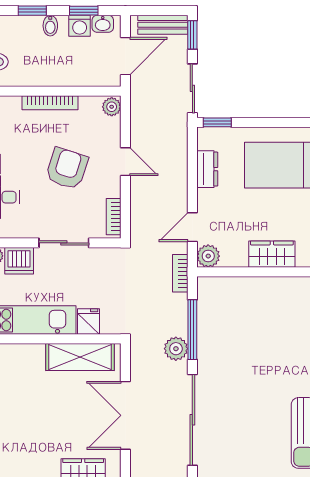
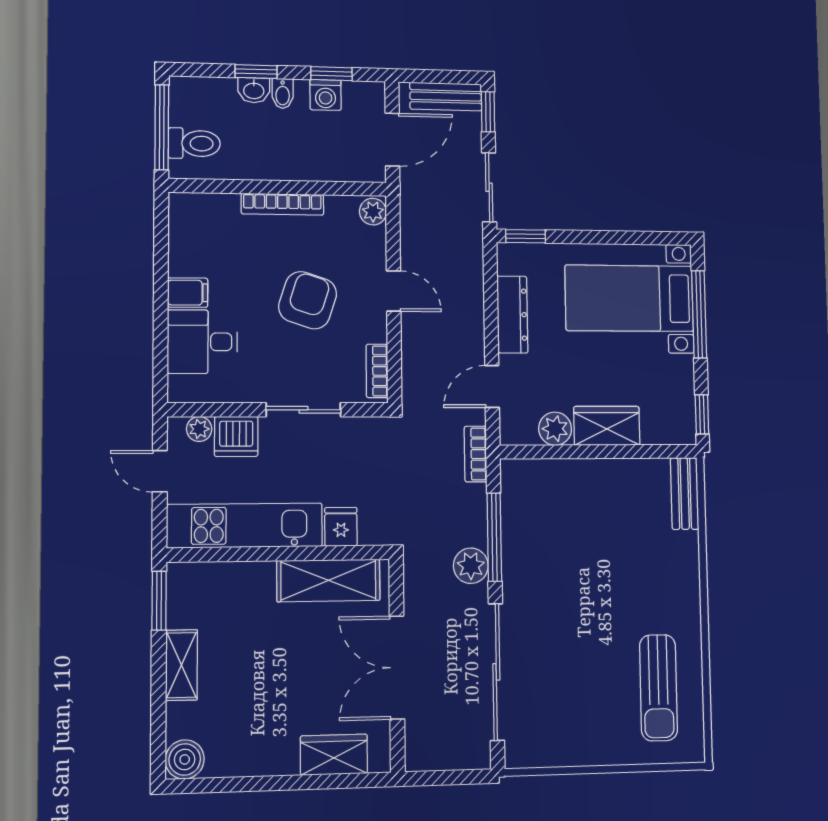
washbasin: (103, 24) -> (254, 90), moved
dresser: (207, 169) -> (512, 315), width x1.44
plant: (208, 256) -> (555, 429), moved

